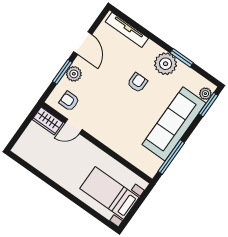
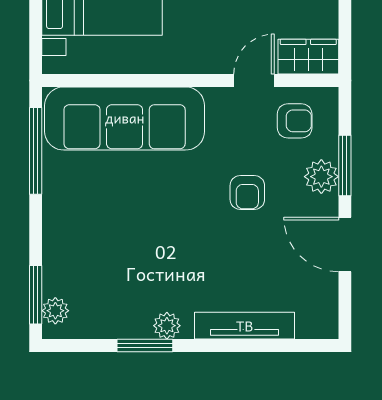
tv unit: (127, 30) -> (245, 326), moved
plant: (166, 64) -> (167, 326), width x0.53, depth x0.53
armchair: (137, 82) -> (247, 192), moved
sofa: (174, 124) -> (125, 118), moved, turned 90

